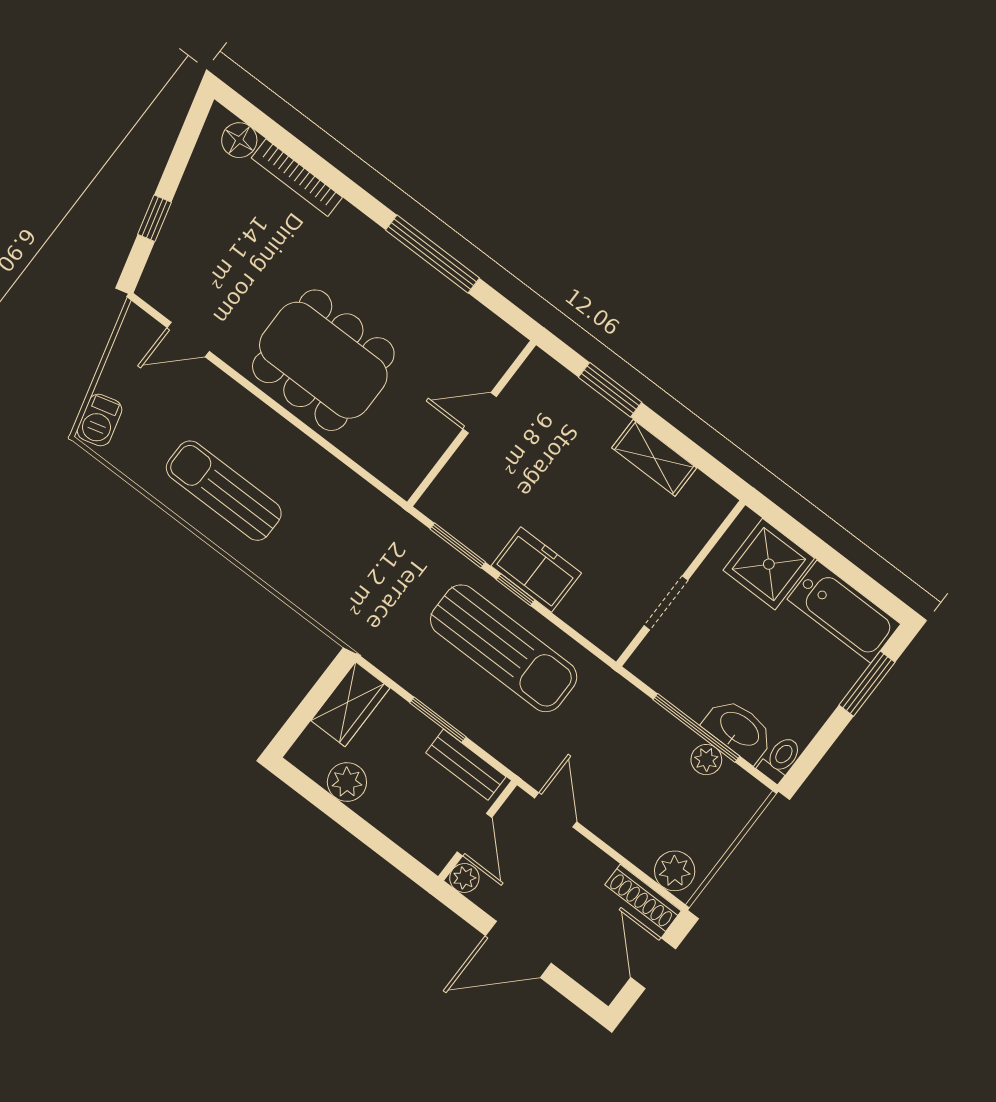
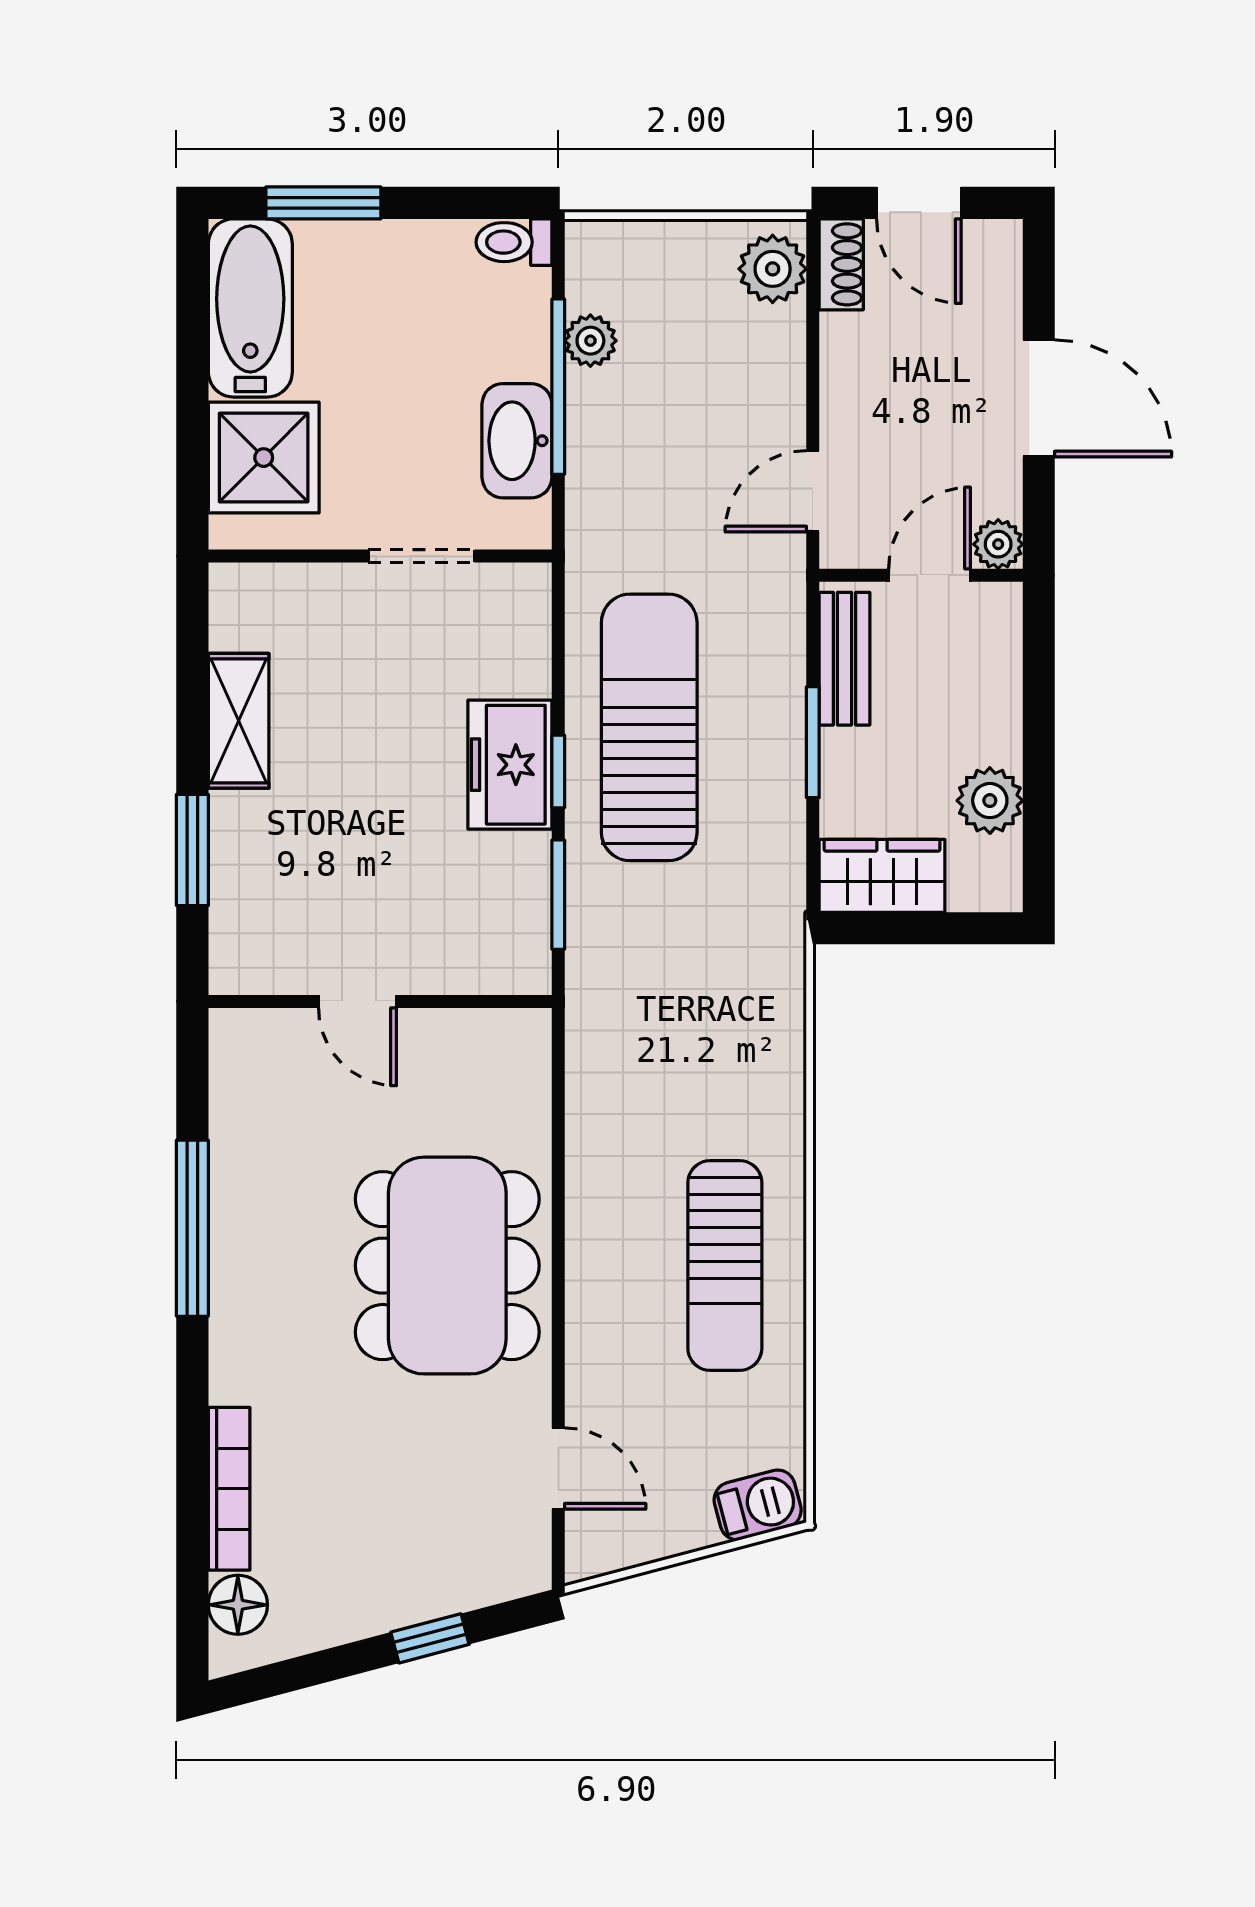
washbasin: (739, 730) -> (517, 441), moved
shoe rack: (643, 898) -> (841, 264), width x0.70
door: (653, 963) -> (919, 203), hinge flipped

